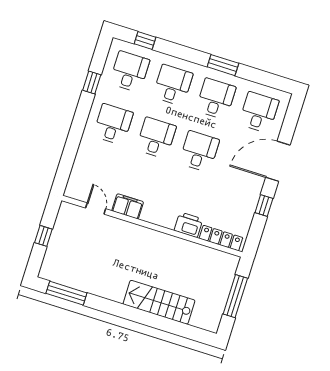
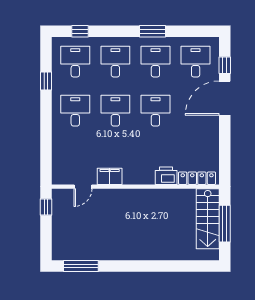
window: (264, 205) -> (225, 65), moved
door: (96, 208) -> (83, 187), swing flipped
window: (43, 236) -> (46, 207), moved
stairs: (159, 302) -> (208, 219), moved, turned -90

